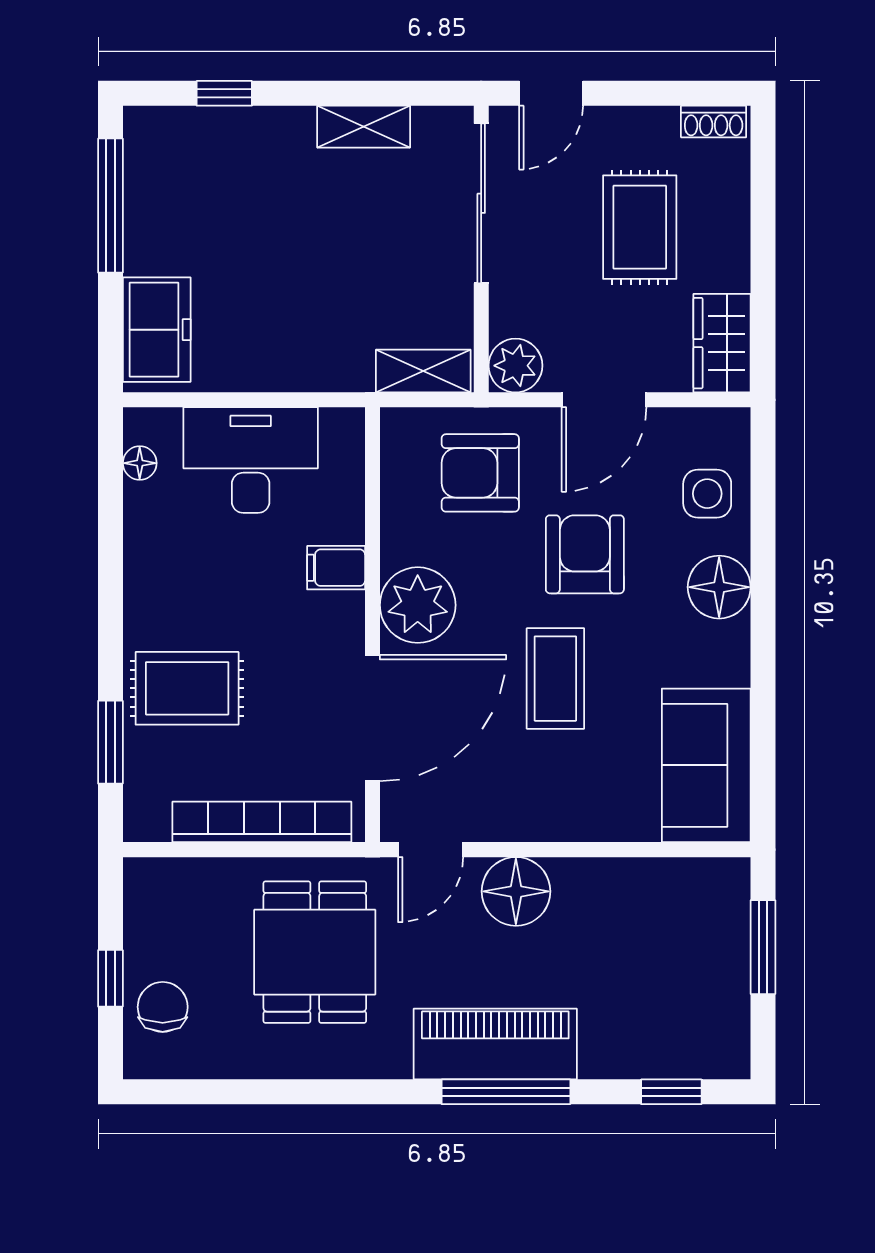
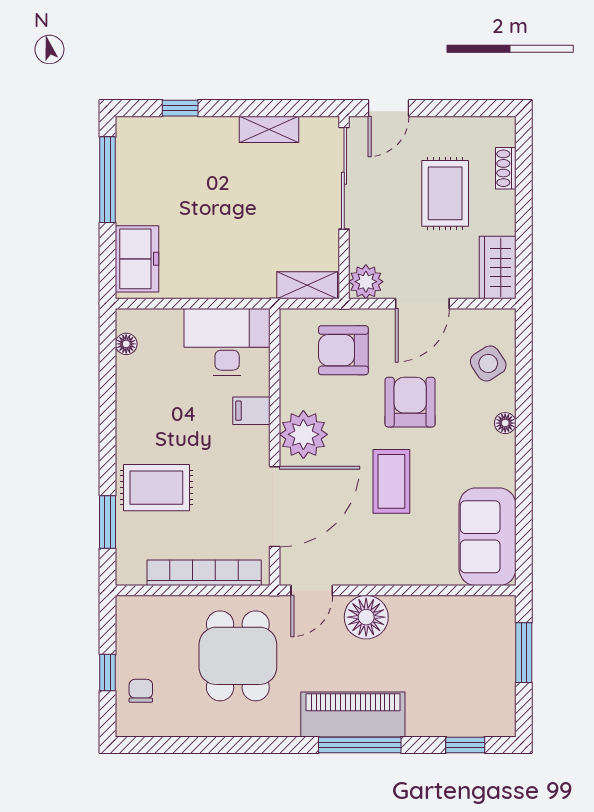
shoe rack: (714, 122) -> (506, 168), moved, turned 90
desk: (251, 460) -> (227, 342), moved
side table: (707, 494) -> (488, 363), turned -33
floor lamp: (719, 587) -> (505, 423), width x0.53, depth x0.53
chair: (163, 1007) -> (141, 691), width x0.73, depth x0.73

